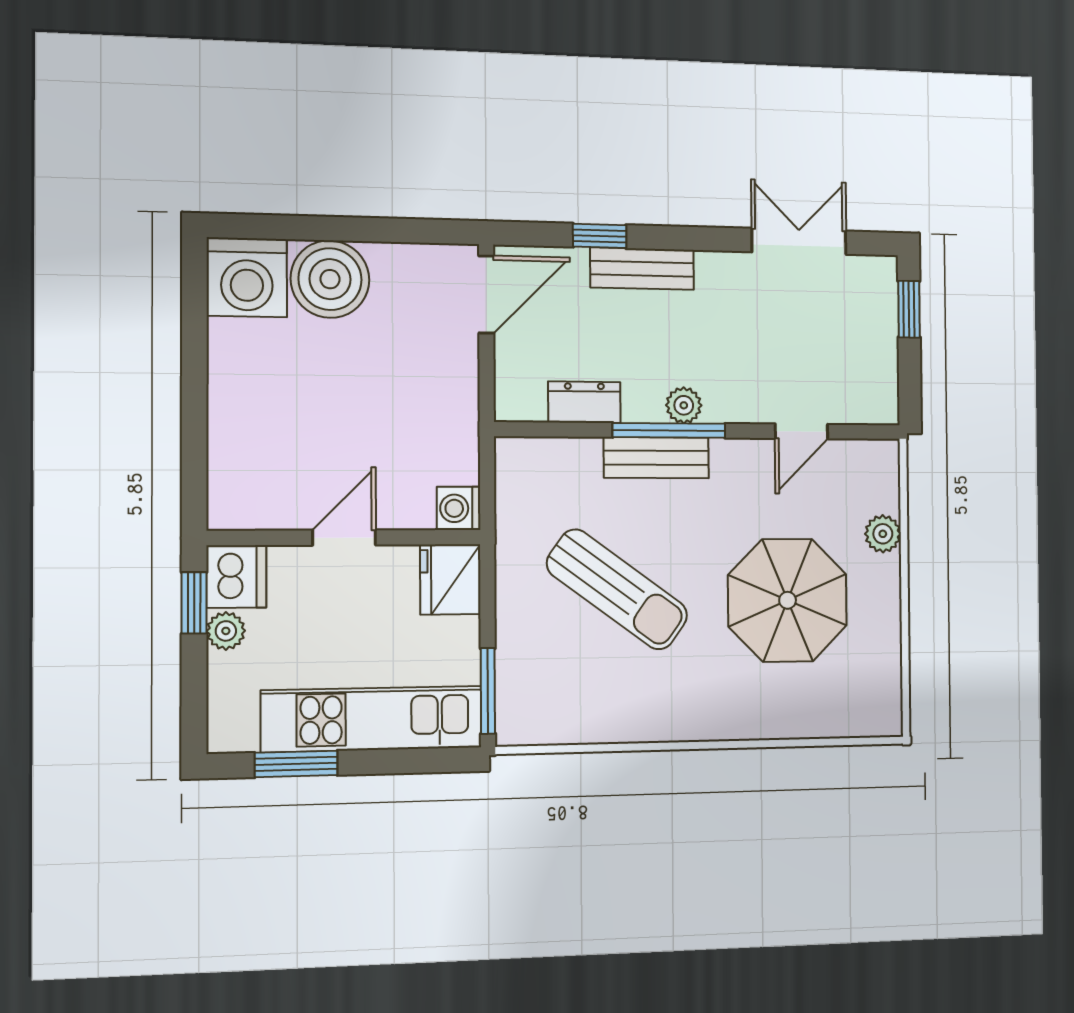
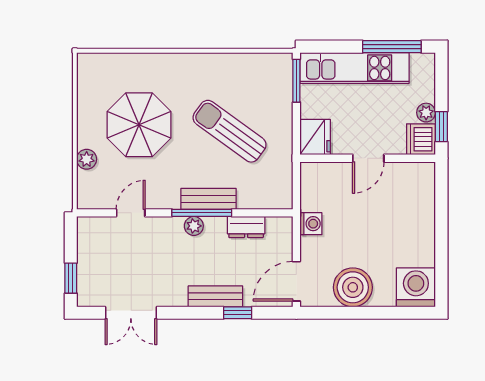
boiler: (330, 279) -> (353, 287), moved
washing machine: (459, 508) -> (311, 224), moved
window: (296, 764) -> (392, 47), width x1.44

